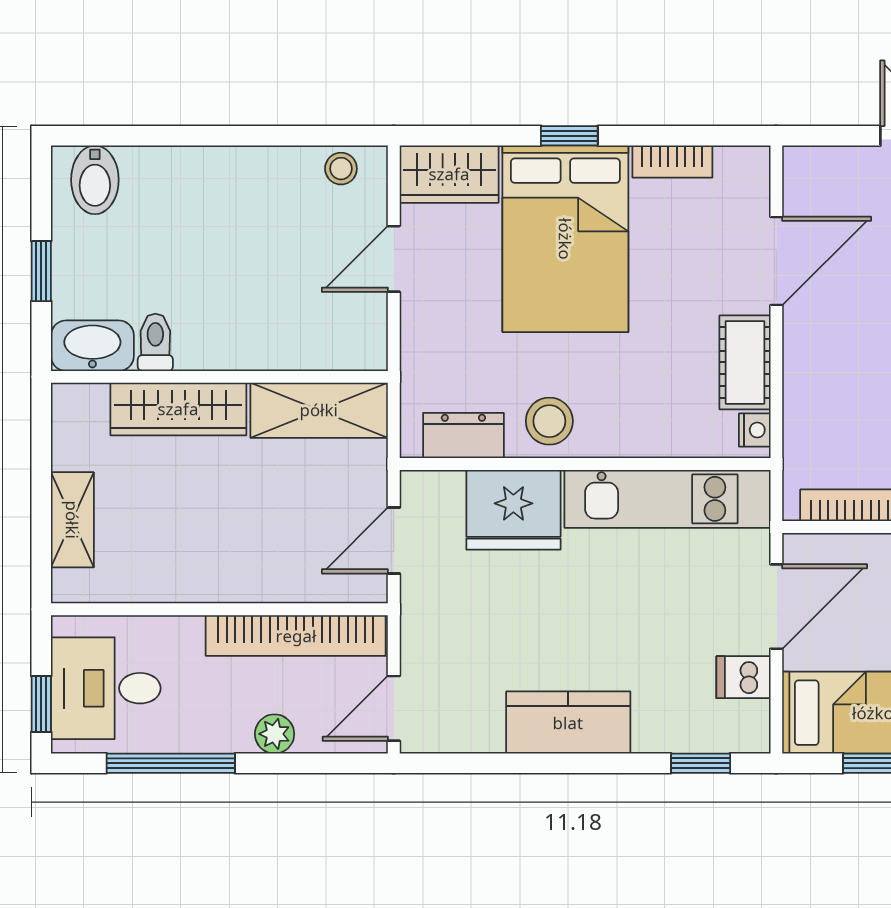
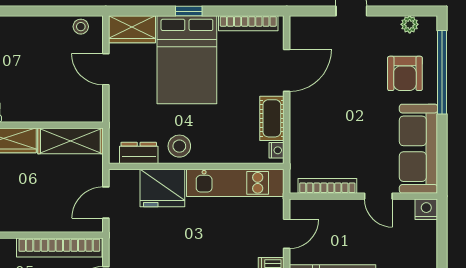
bookcase: (672, 161) -> (248, 23), width x1.56
door: (394, 259) -> (106, 69), hinge flipped
door: (776, 607) -> (287, 234), width x0.73

